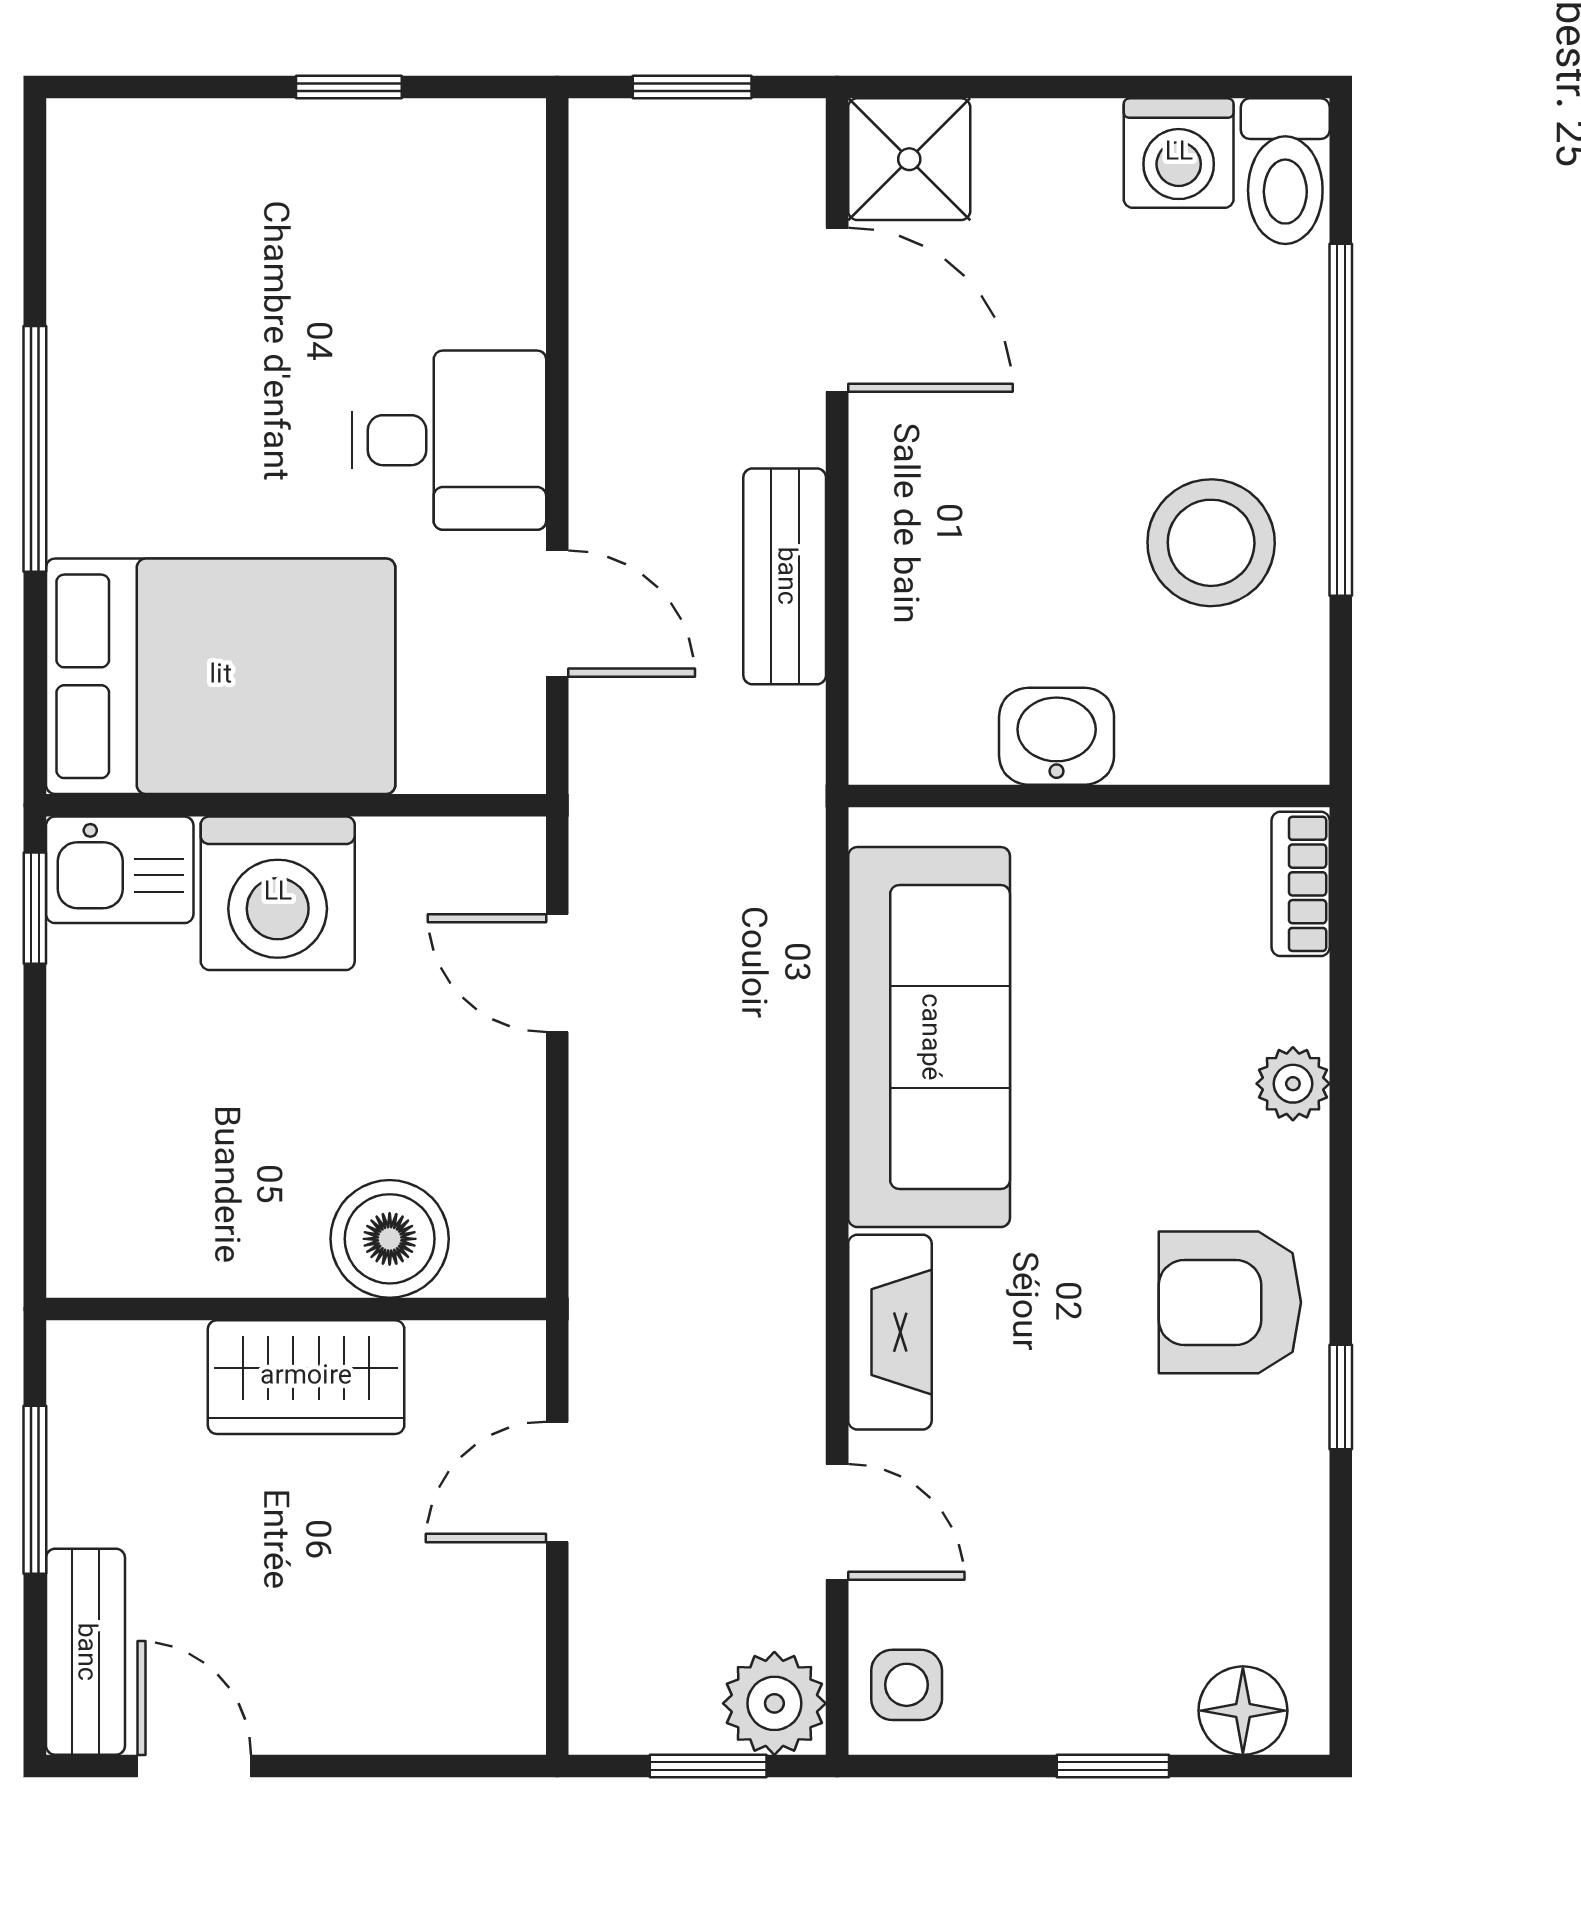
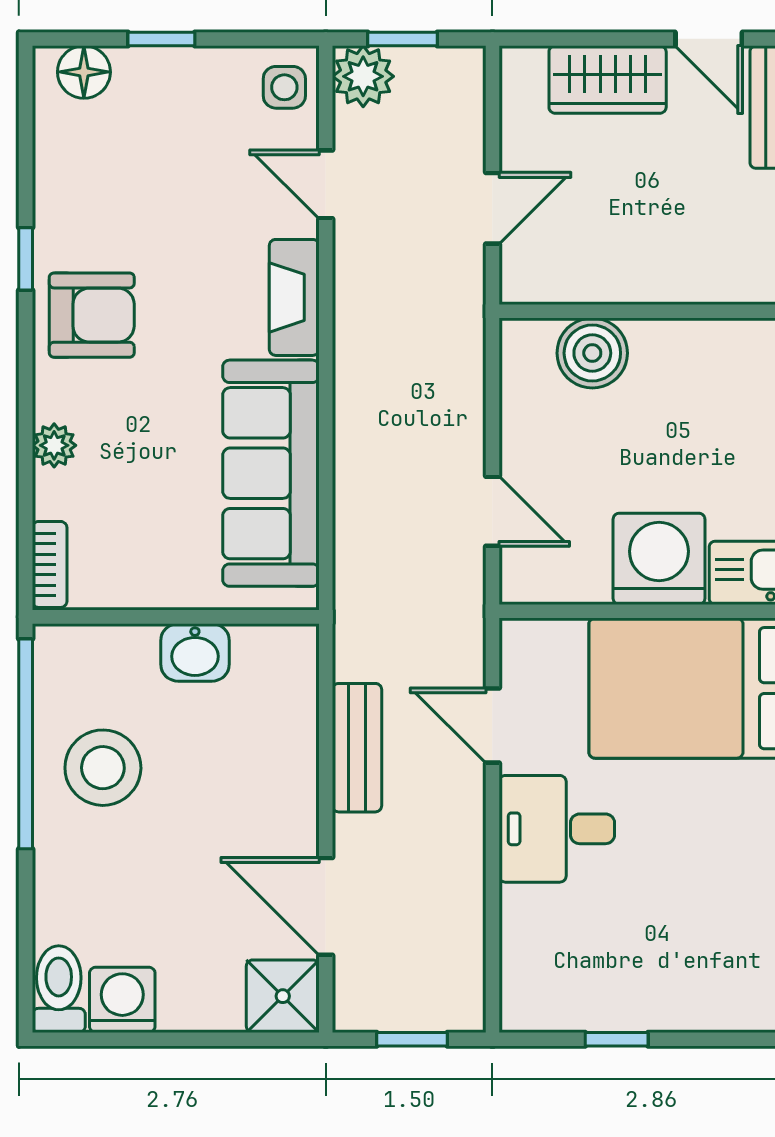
window: (1341, 420) -> (26, 744), moved
wardrobe: (306, 1377) -> (608, 80), moved, turned 180

